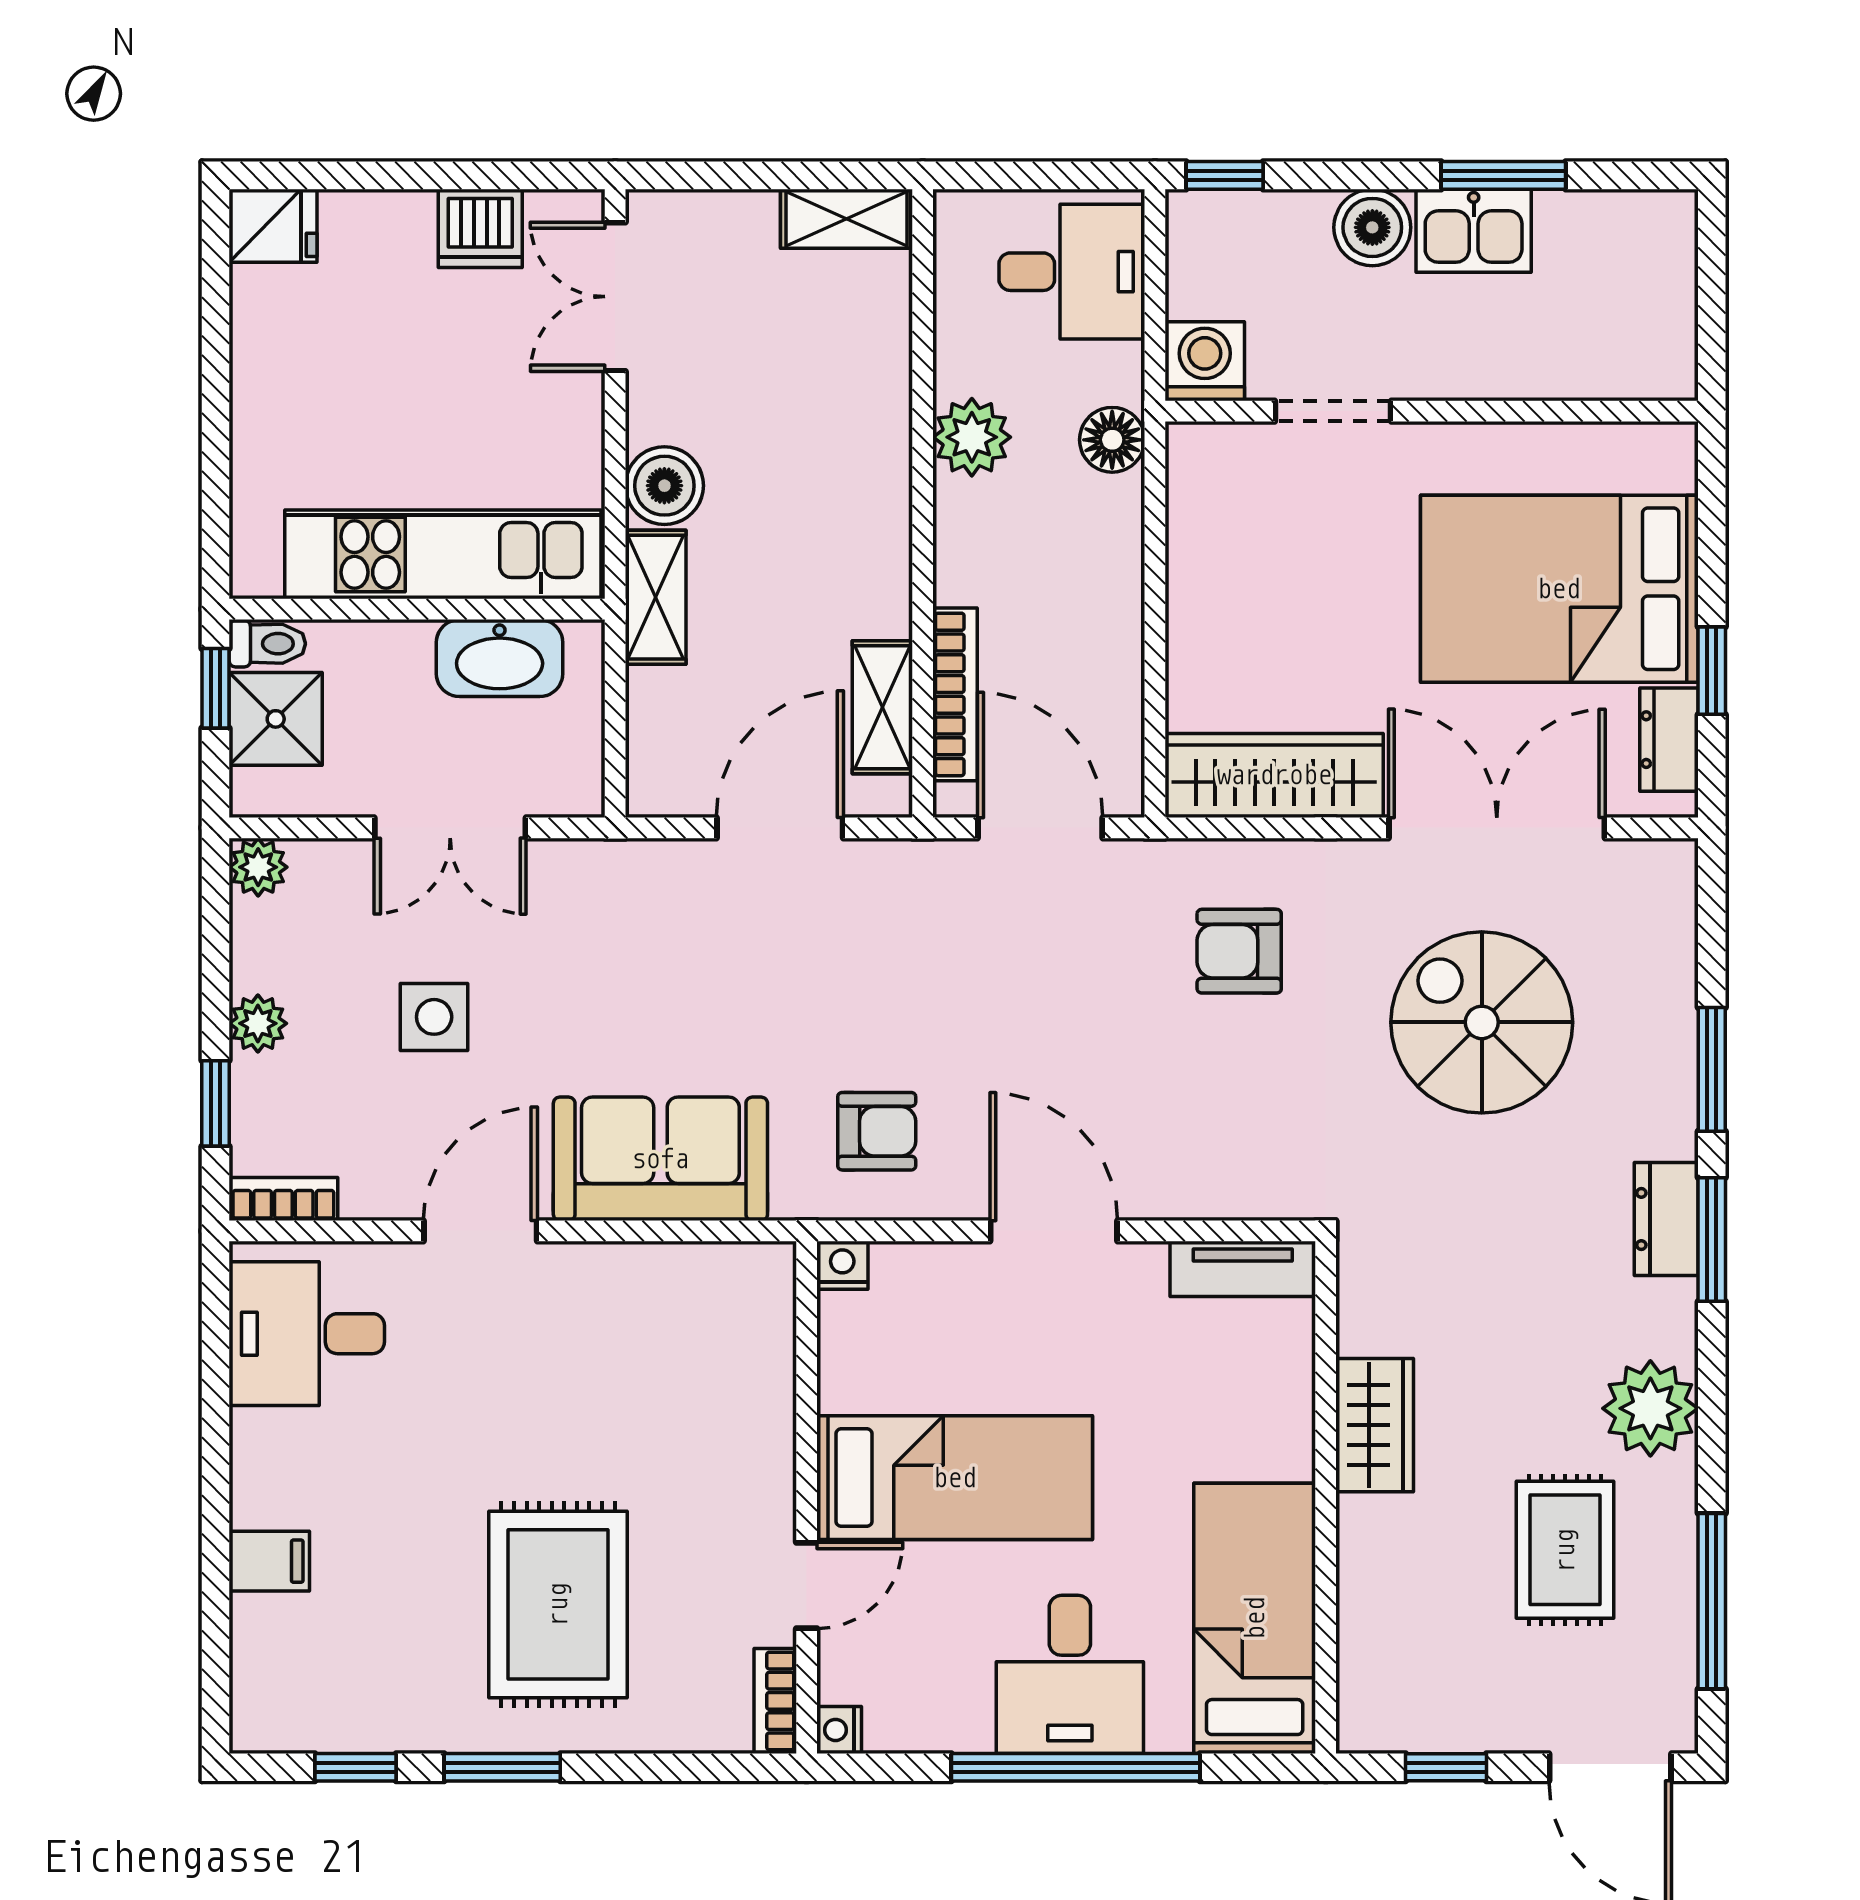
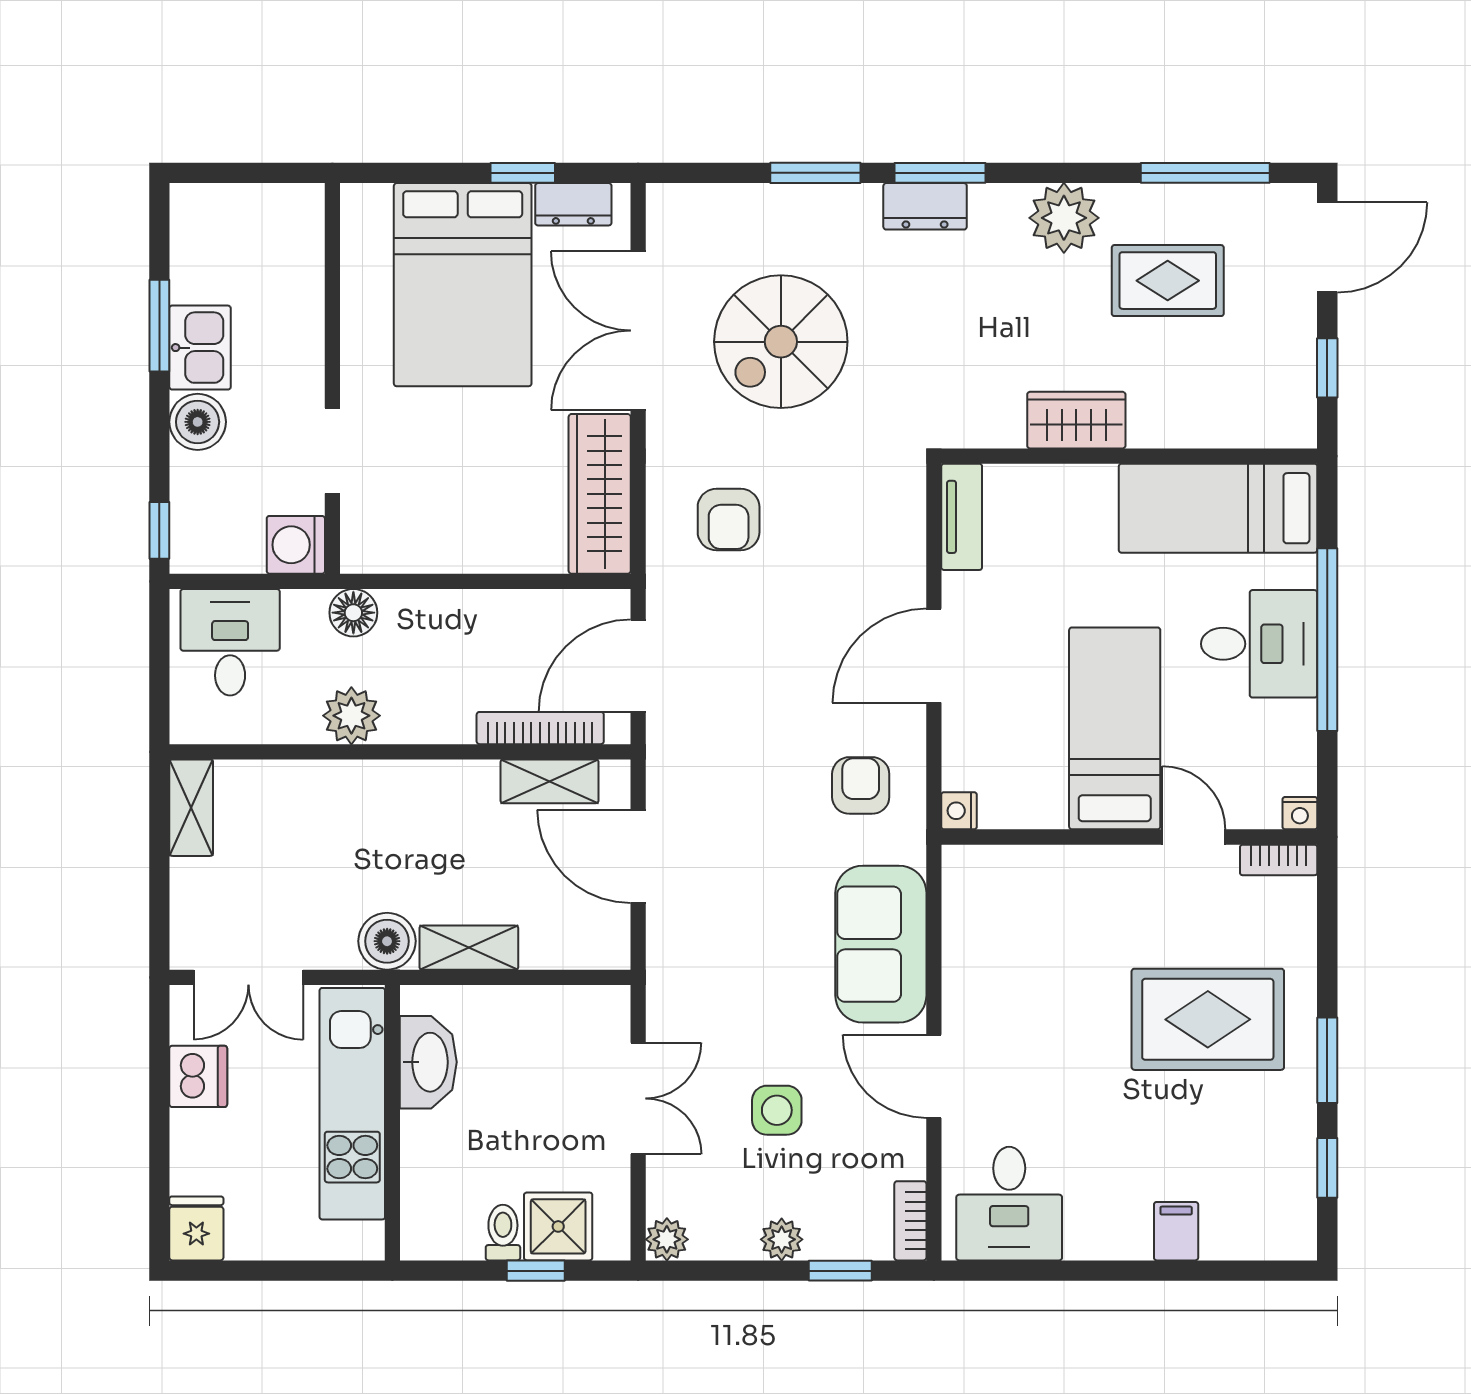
kitchen unit: (443, 554) -> (352, 1104), moved
wall: (417, 609) -> (392, 1123), moved
washbasin: (500, 658) -> (428, 1062), moved

